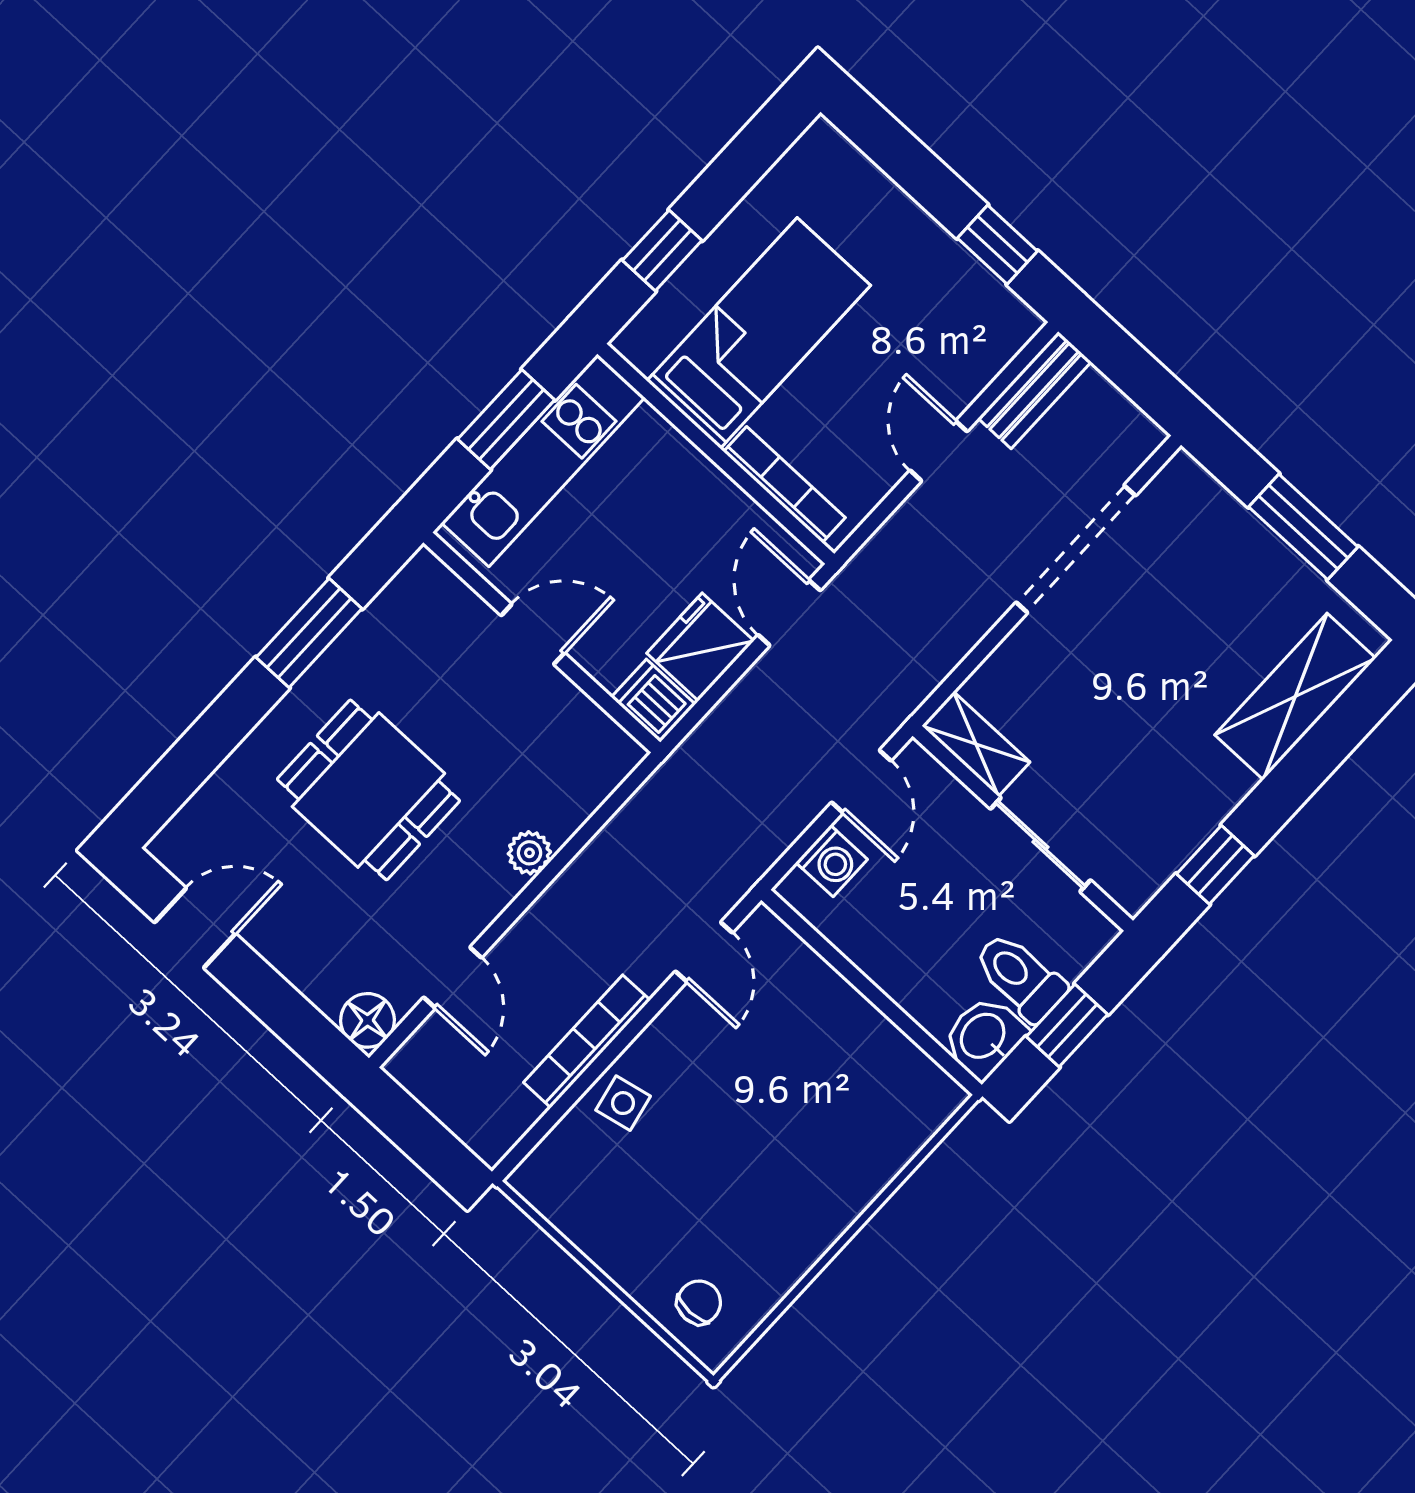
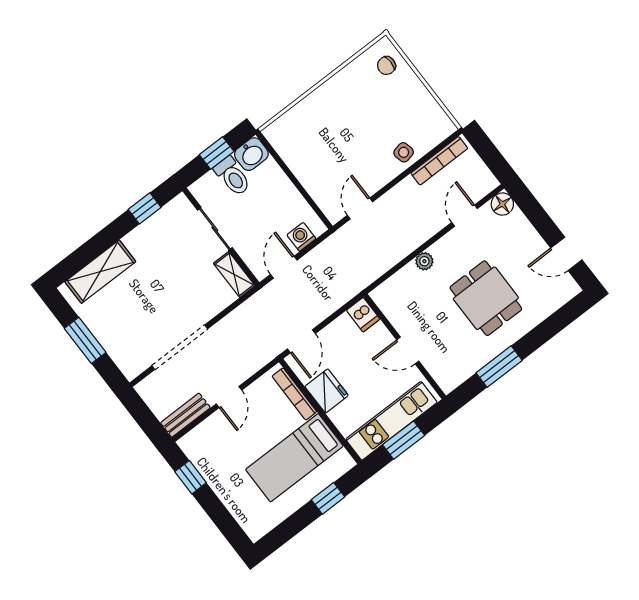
fridge: (700, 647) -> (327, 391), moved, turned -90
bookcase: (587, 1041) -> (439, 161), moved

